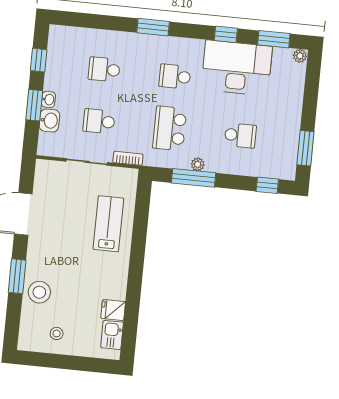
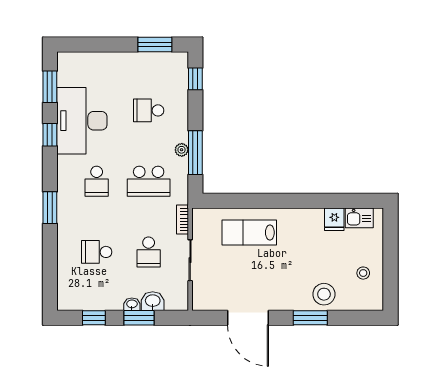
plant: (300, 56) -> (64, 59), removed
school desk: (104, 69) -> (97, 252), turned 90
school desk: (240, 135) -> (149, 110), turned -90

